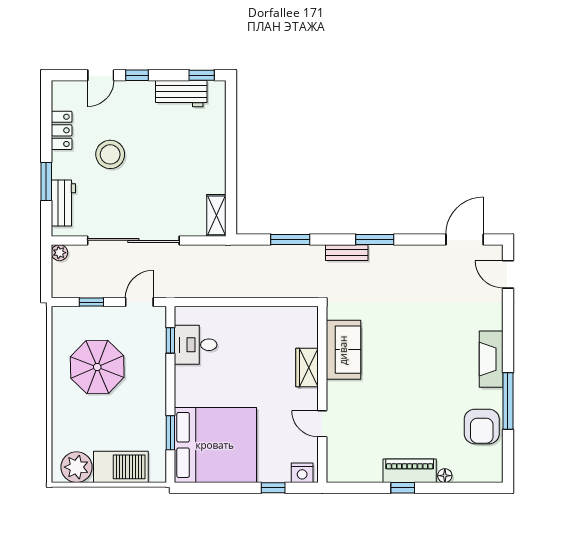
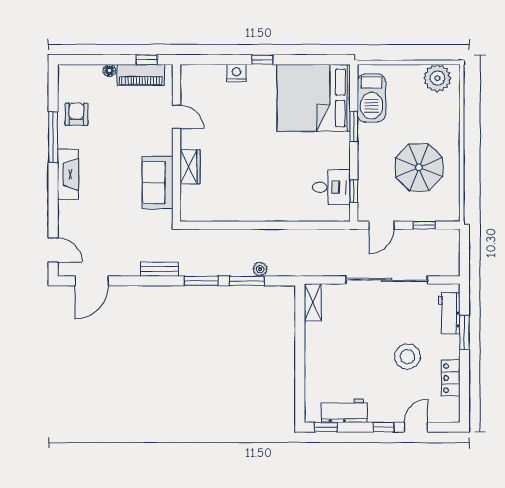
window: (375, 239) -> (201, 281), moved
plant: (59, 253) -> (260, 269), moved
bench: (347, 253) -> (159, 269), moved
sofa: (343, 350) -> (158, 183), moved
wardrobe: (307, 367) -> (190, 167), moved
wall: (322, 394) -> (176, 143), moved
door: (322, 424) -> (176, 117), moved
armchair: (482, 426) -> (76, 114), width x0.72, depth x0.72
window: (170, 433) -> (354, 126), moved
barbecue: (121, 467) -> (371, 98), moved, turned -90

